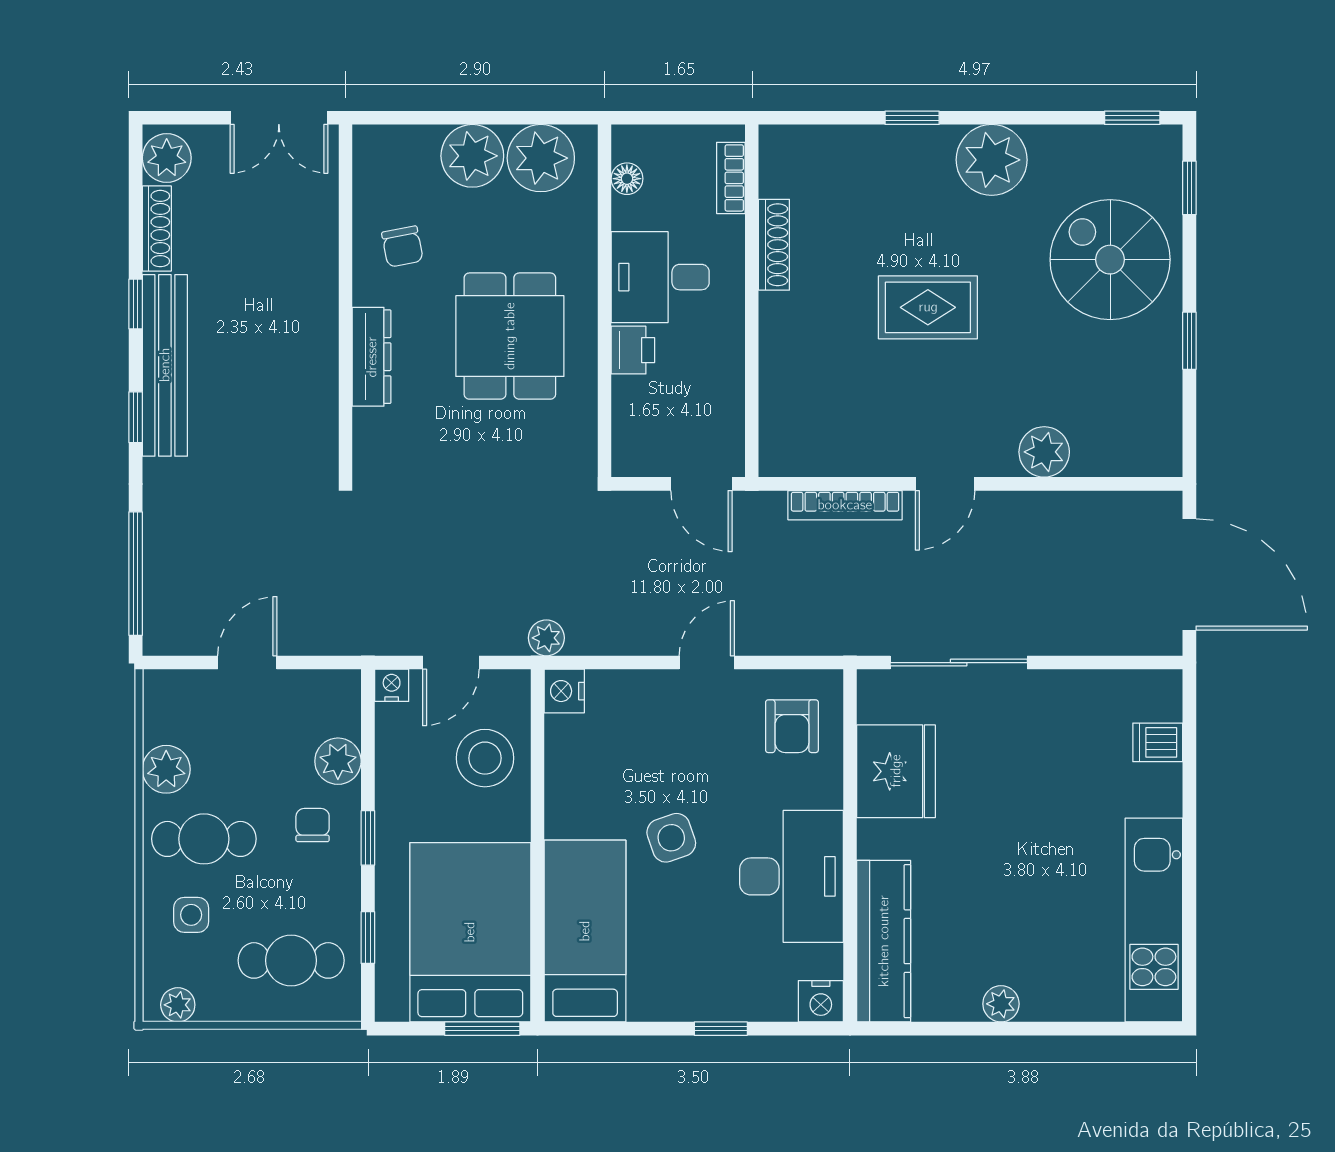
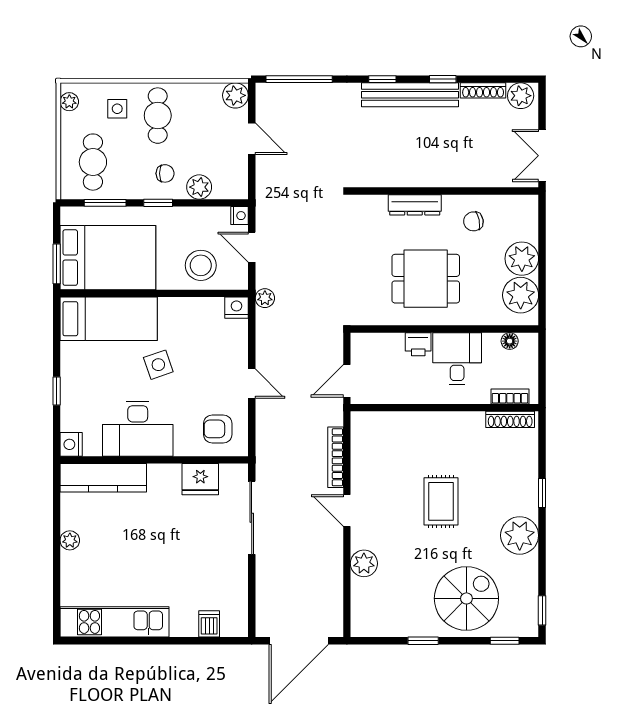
shoe rack: (774, 245) -> (510, 419), moved
plant: (166, 769) -> (235, 95), moved
fridge: (896, 771) -> (200, 479), width x0.73, depth x0.75
window: (368, 938) -> (105, 203), width x1.50

